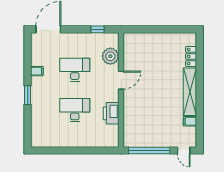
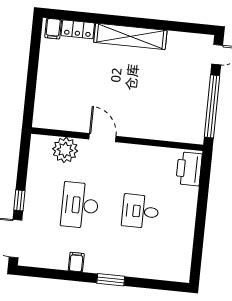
window: (97, 29) -> (19, 200), moved
desk: (75, 110) -> (140, 211), width x0.73
printer: (111, 113) -> (189, 169), moved, turned 90
filing cabinet: (190, 121) -> (53, 29), moved

